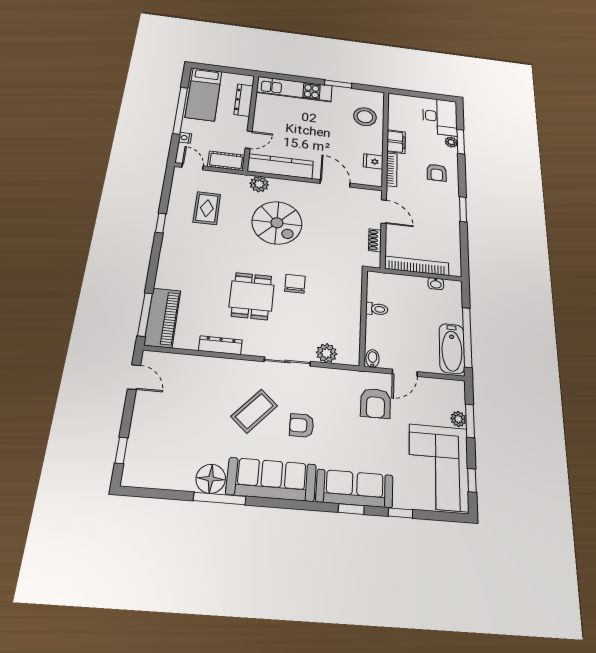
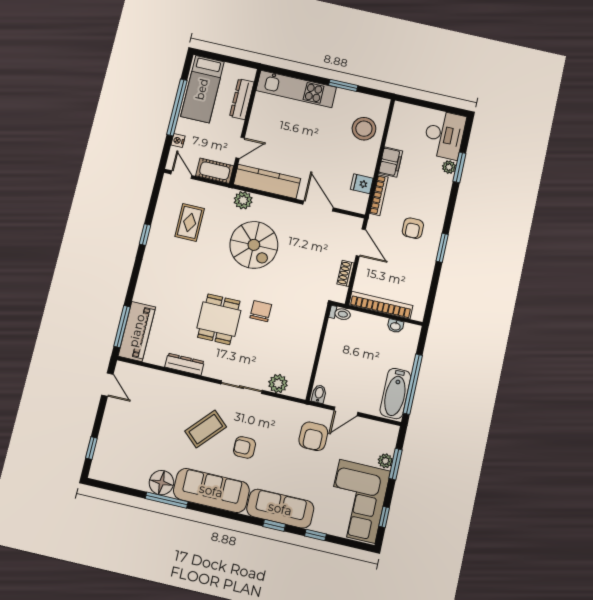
armchair: (437, 173) -> (413, 228), moved
toilet: (377, 309) -> (340, 314), moved

